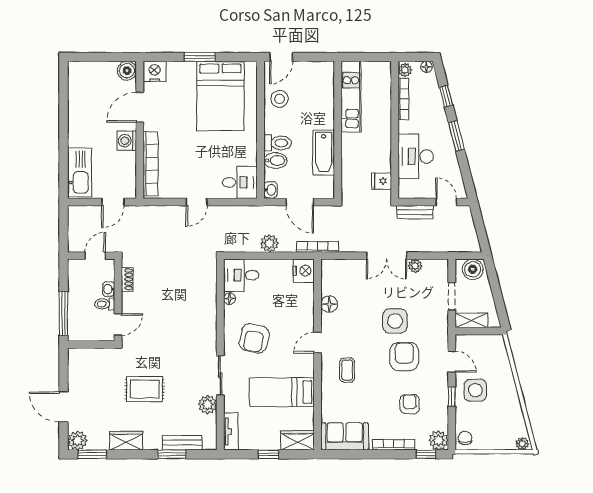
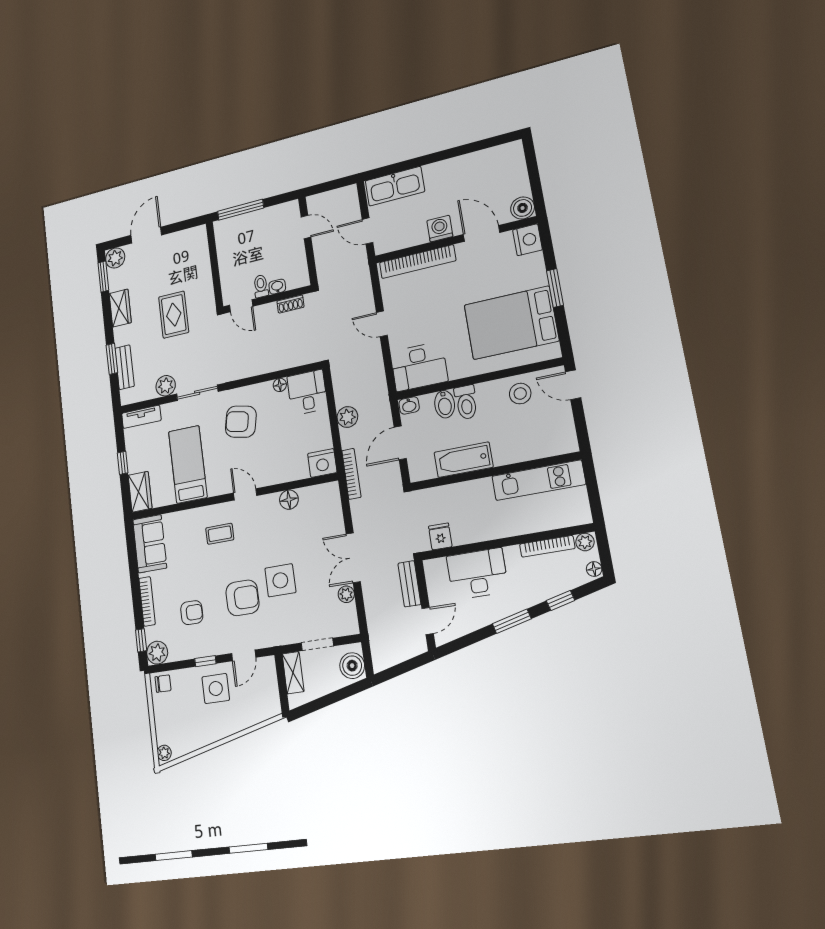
desk: (240, 182) -> (419, 366), width x1.37
shoe rack: (127, 279) -> (290, 304), moved
washbasin: (109, 289) -> (277, 287), moved
wall: (118, 300) -> (267, 300), moved
toilet: (105, 304) -> (261, 286), moved
door: (118, 324) -> (241, 306), moved

